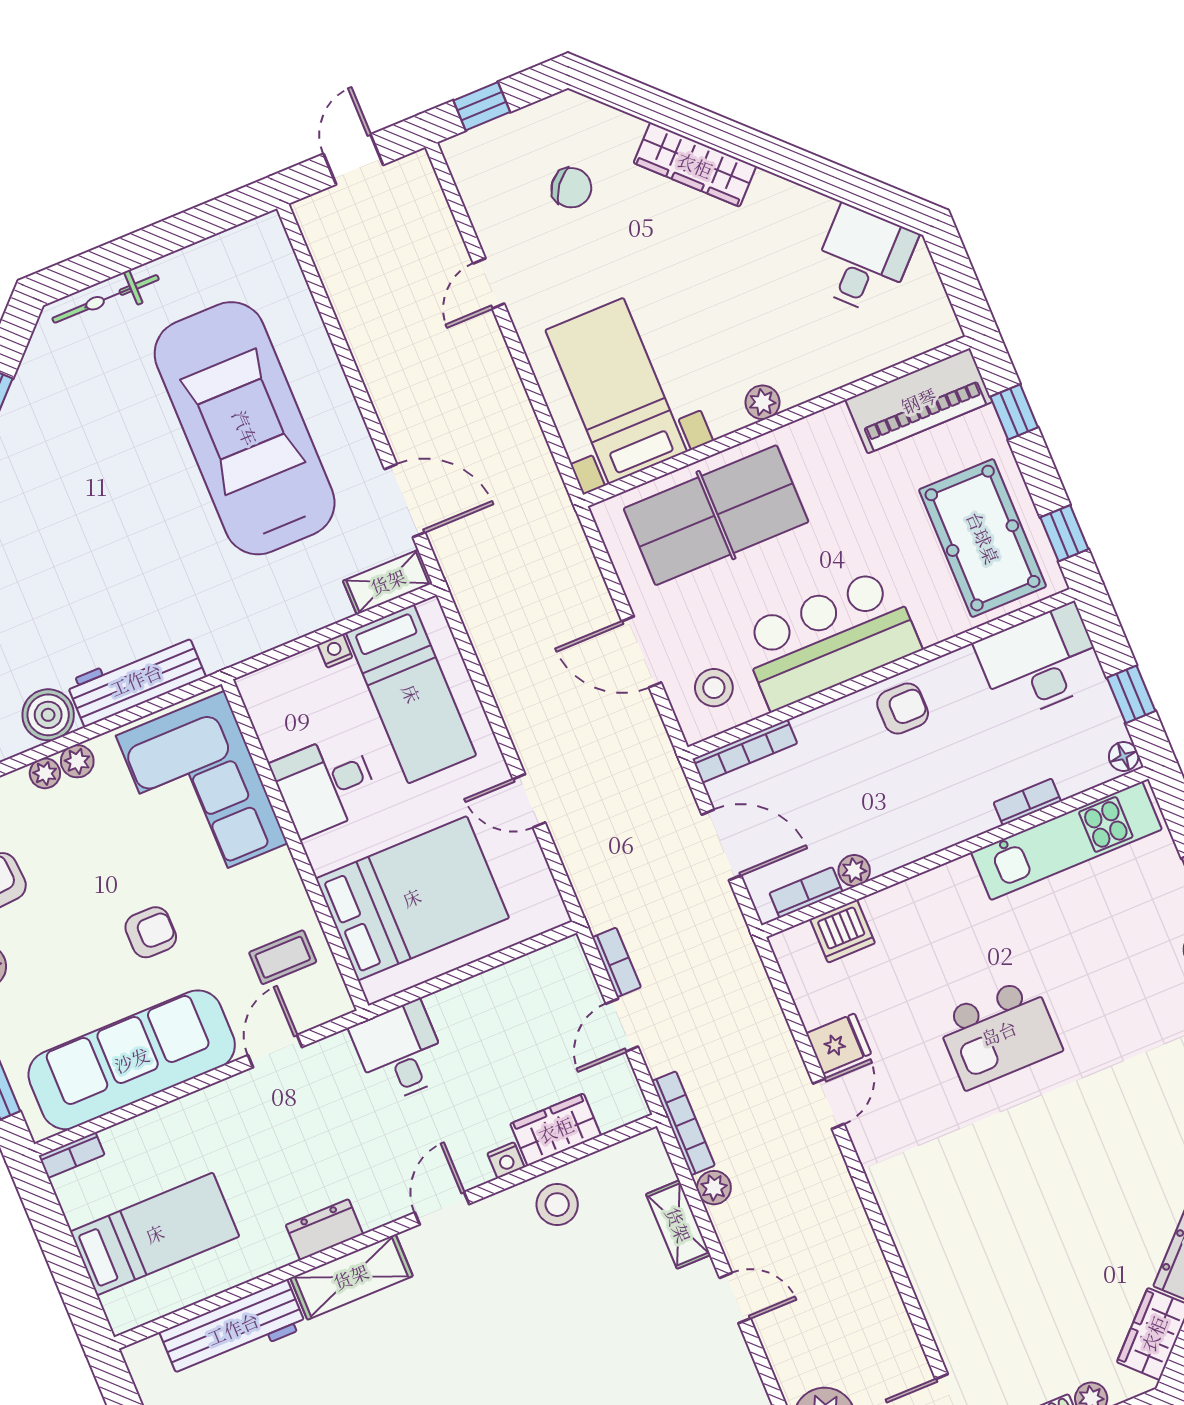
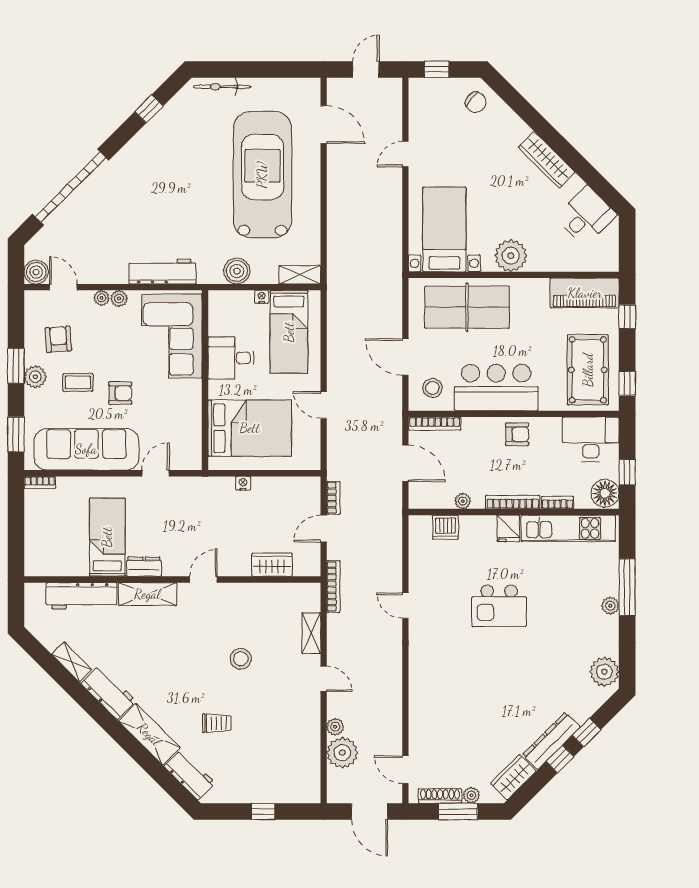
wardrobe: (695, 165) -> (547, 160), moved
chair: (571, 188) -> (476, 102), moved
plant: (762, 402) -> (511, 256), width x1.88, depth x1.88
door: (405, 501) -> (324, 125), moved
boiler: (48, 715) -> (237, 271), moved
floor lamp: (1124, 756) -> (605, 493), width x1.89, depth x1.89
bookcase: (806, 893) -> (513, 502), moved, width x1.56
coffee table: (283, 957) -> (78, 382), moved
fridge: (839, 1044) -> (508, 528), moved, turned 90
desk: (400, 1052) -> (214, 498), removed
door: (829, 1104) -> (405, 606), swing flipped
nightstand: (506, 1160) -> (243, 483), moved, turned 180
plant: (714, 1188) -> (335, 727), moved
stool: (557, 1205) -> (241, 659), moved
bed: (155, 1234) -> (107, 537), moved, turned -90

